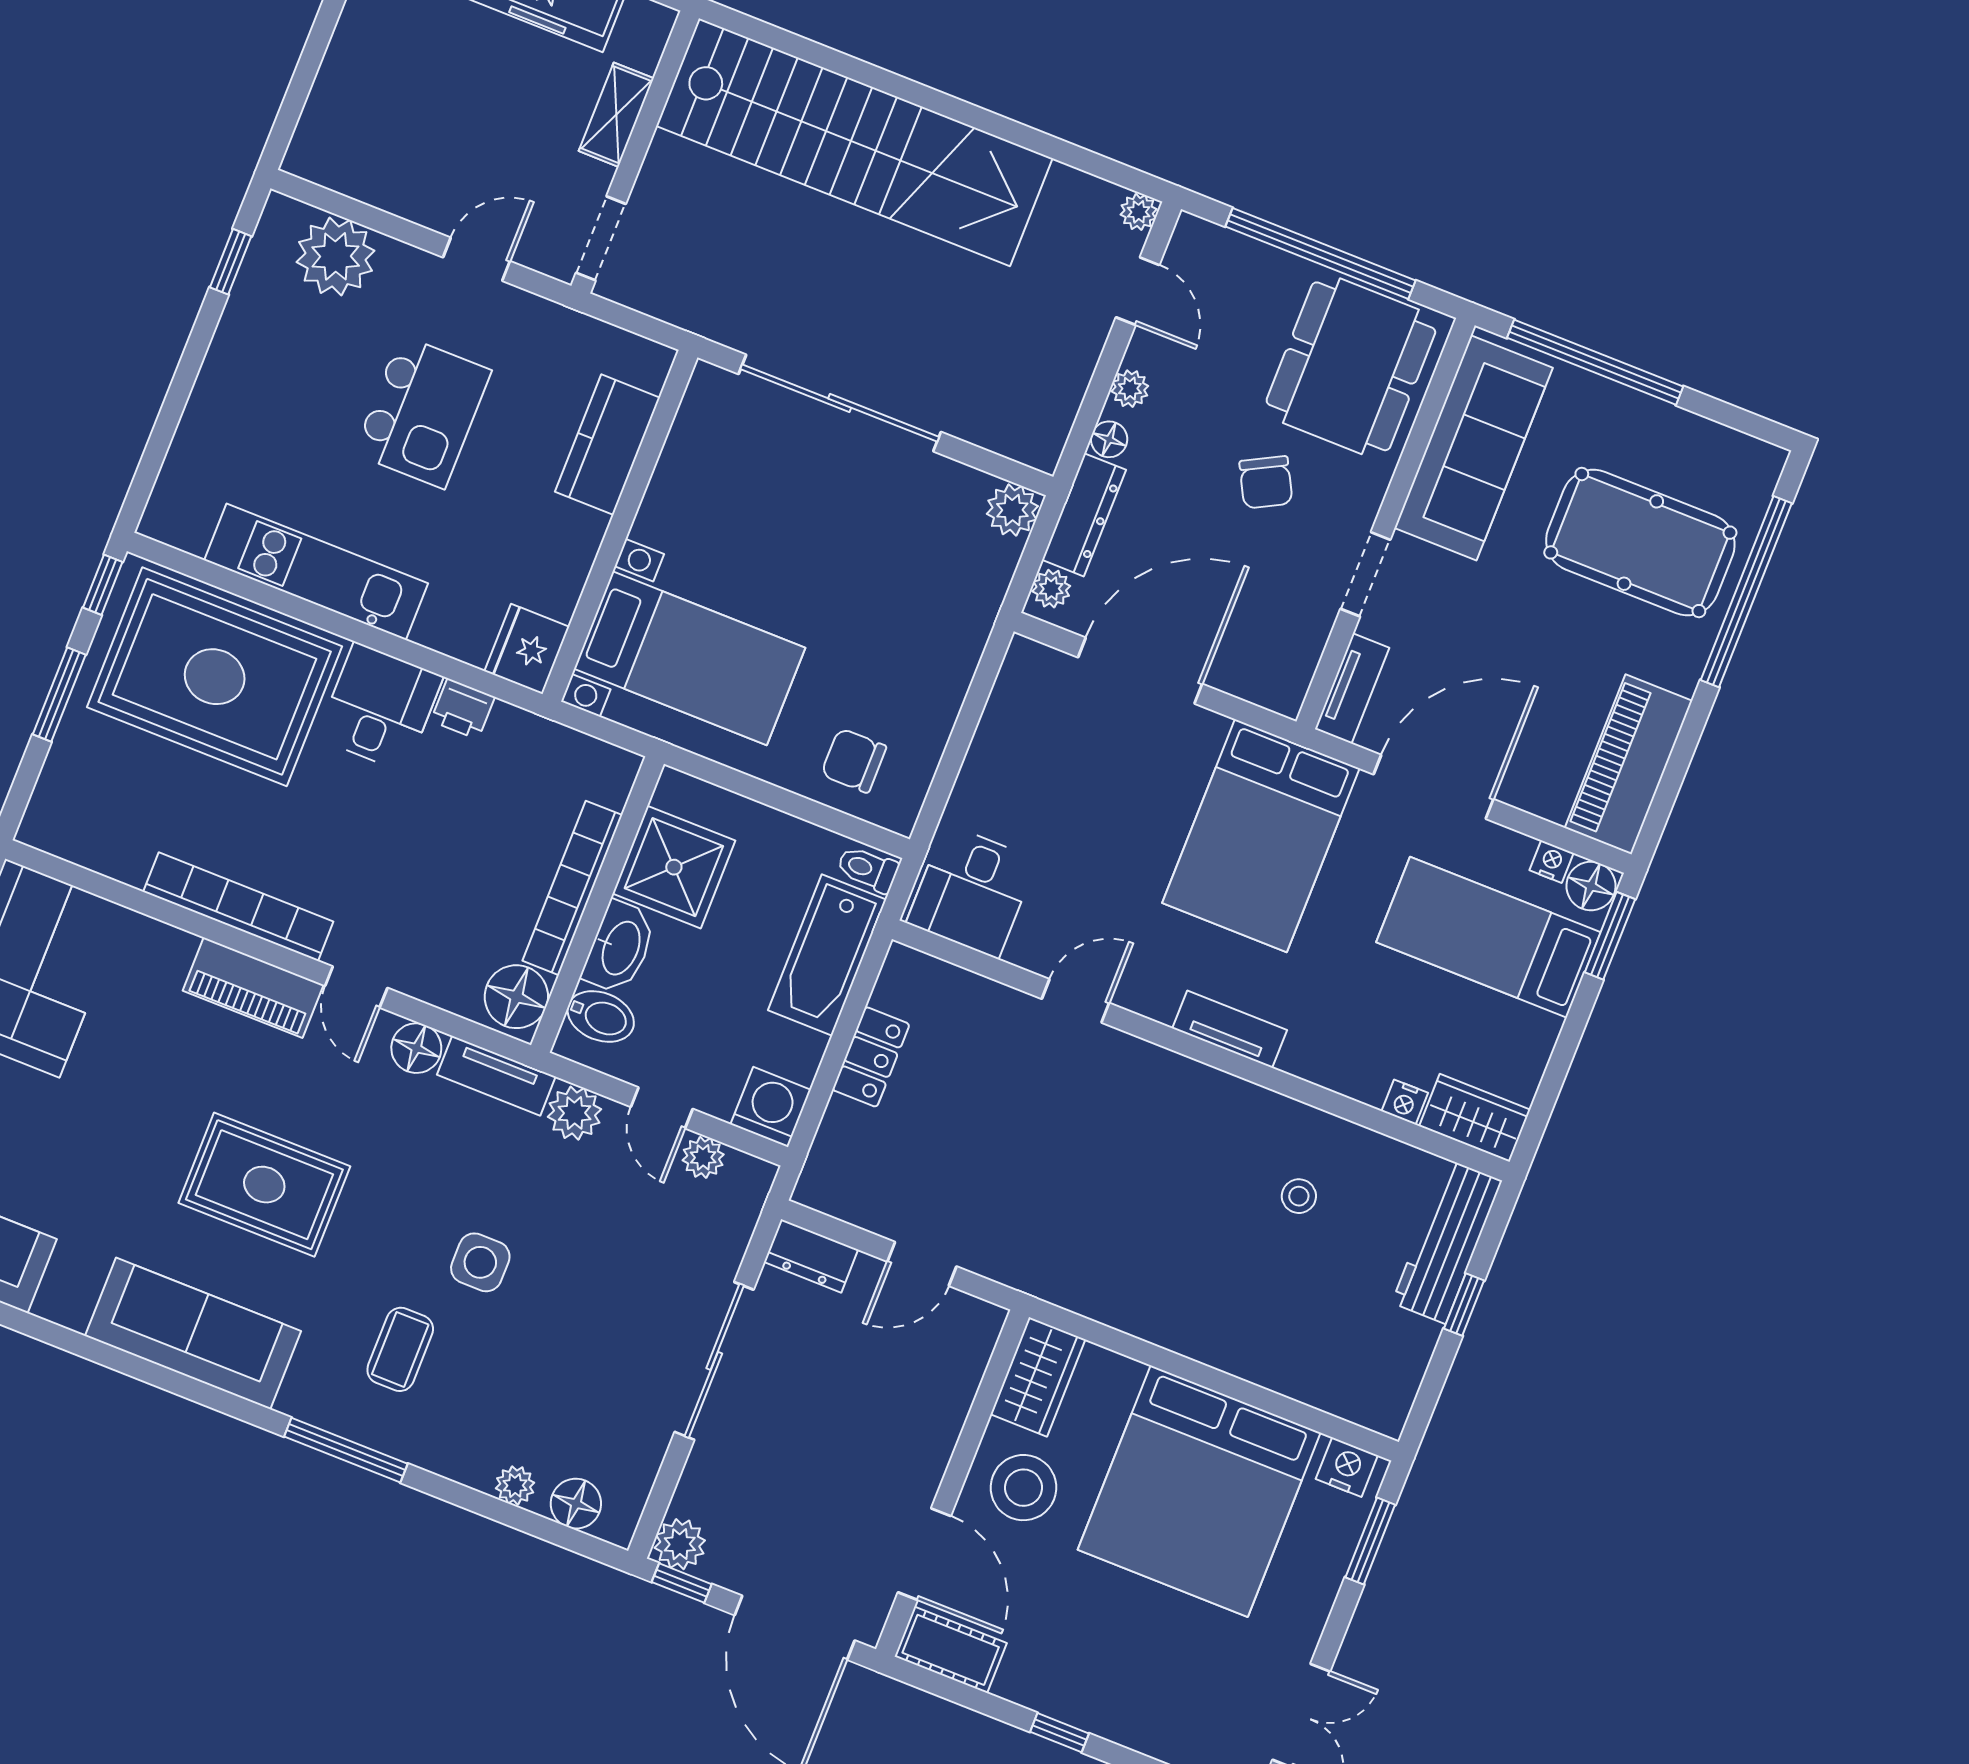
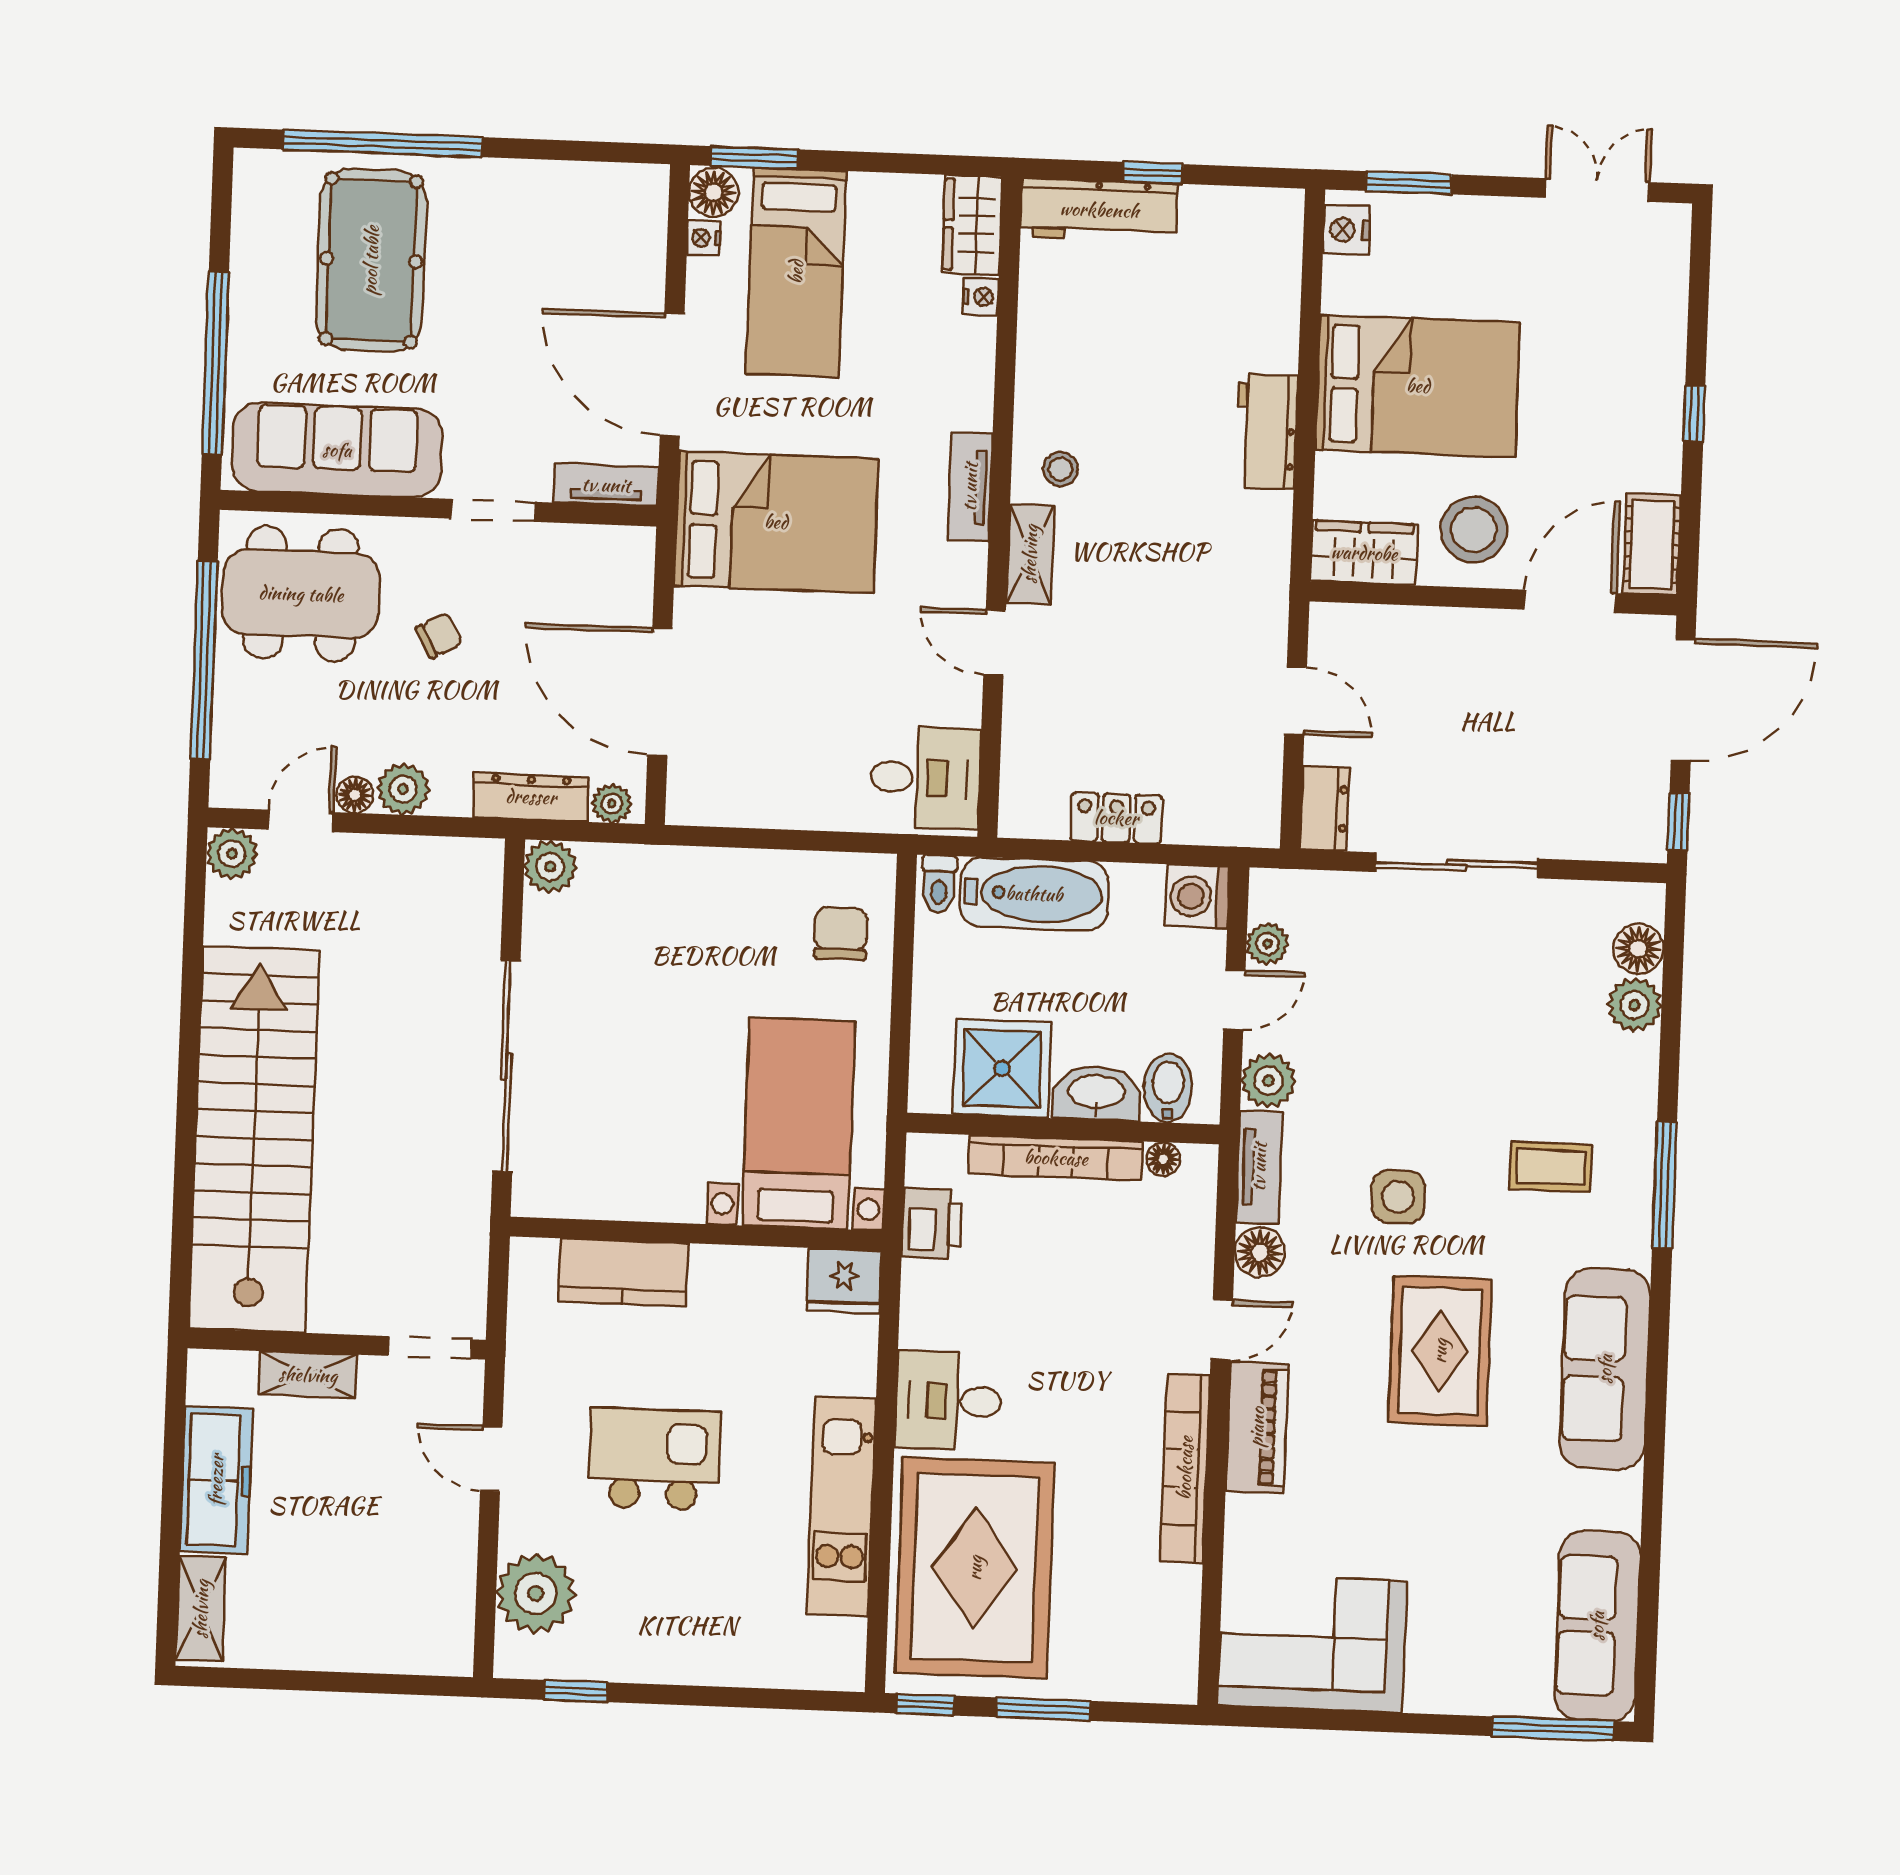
plant: (1139, 212) -> (232, 854), width x1.38, depth x1.38
plant: (1130, 389) -> (403, 789), width x1.38, depth x1.38
floor lamp: (1109, 439) -> (355, 795), moved
chair: (1266, 482) -> (439, 635), width x0.73, depth x0.73
printer: (463, 709) -> (932, 1224), moved, width x1.36, depth x1.24
chair: (854, 761) -> (841, 934), turned 180
piano: (1629, 764) -> (586, 197), removed
floor lamp: (516, 997) -> (1163, 1159), width x0.53, depth x0.53
shelving: (1147, 1063) -> (1030, 554), added
stool: (1299, 1196) -> (1061, 469), moved
side table: (480, 1262) -> (1398, 1197), moved
workbench: (1184, 1326) -> (1267, 432), added
plant: (515, 1485) -> (1634, 1005), width x1.38, depth x1.38
bed: (1199, 1491) -> (1418, 386), width x0.73
plant: (680, 1544) -> (1642, 837), removed

